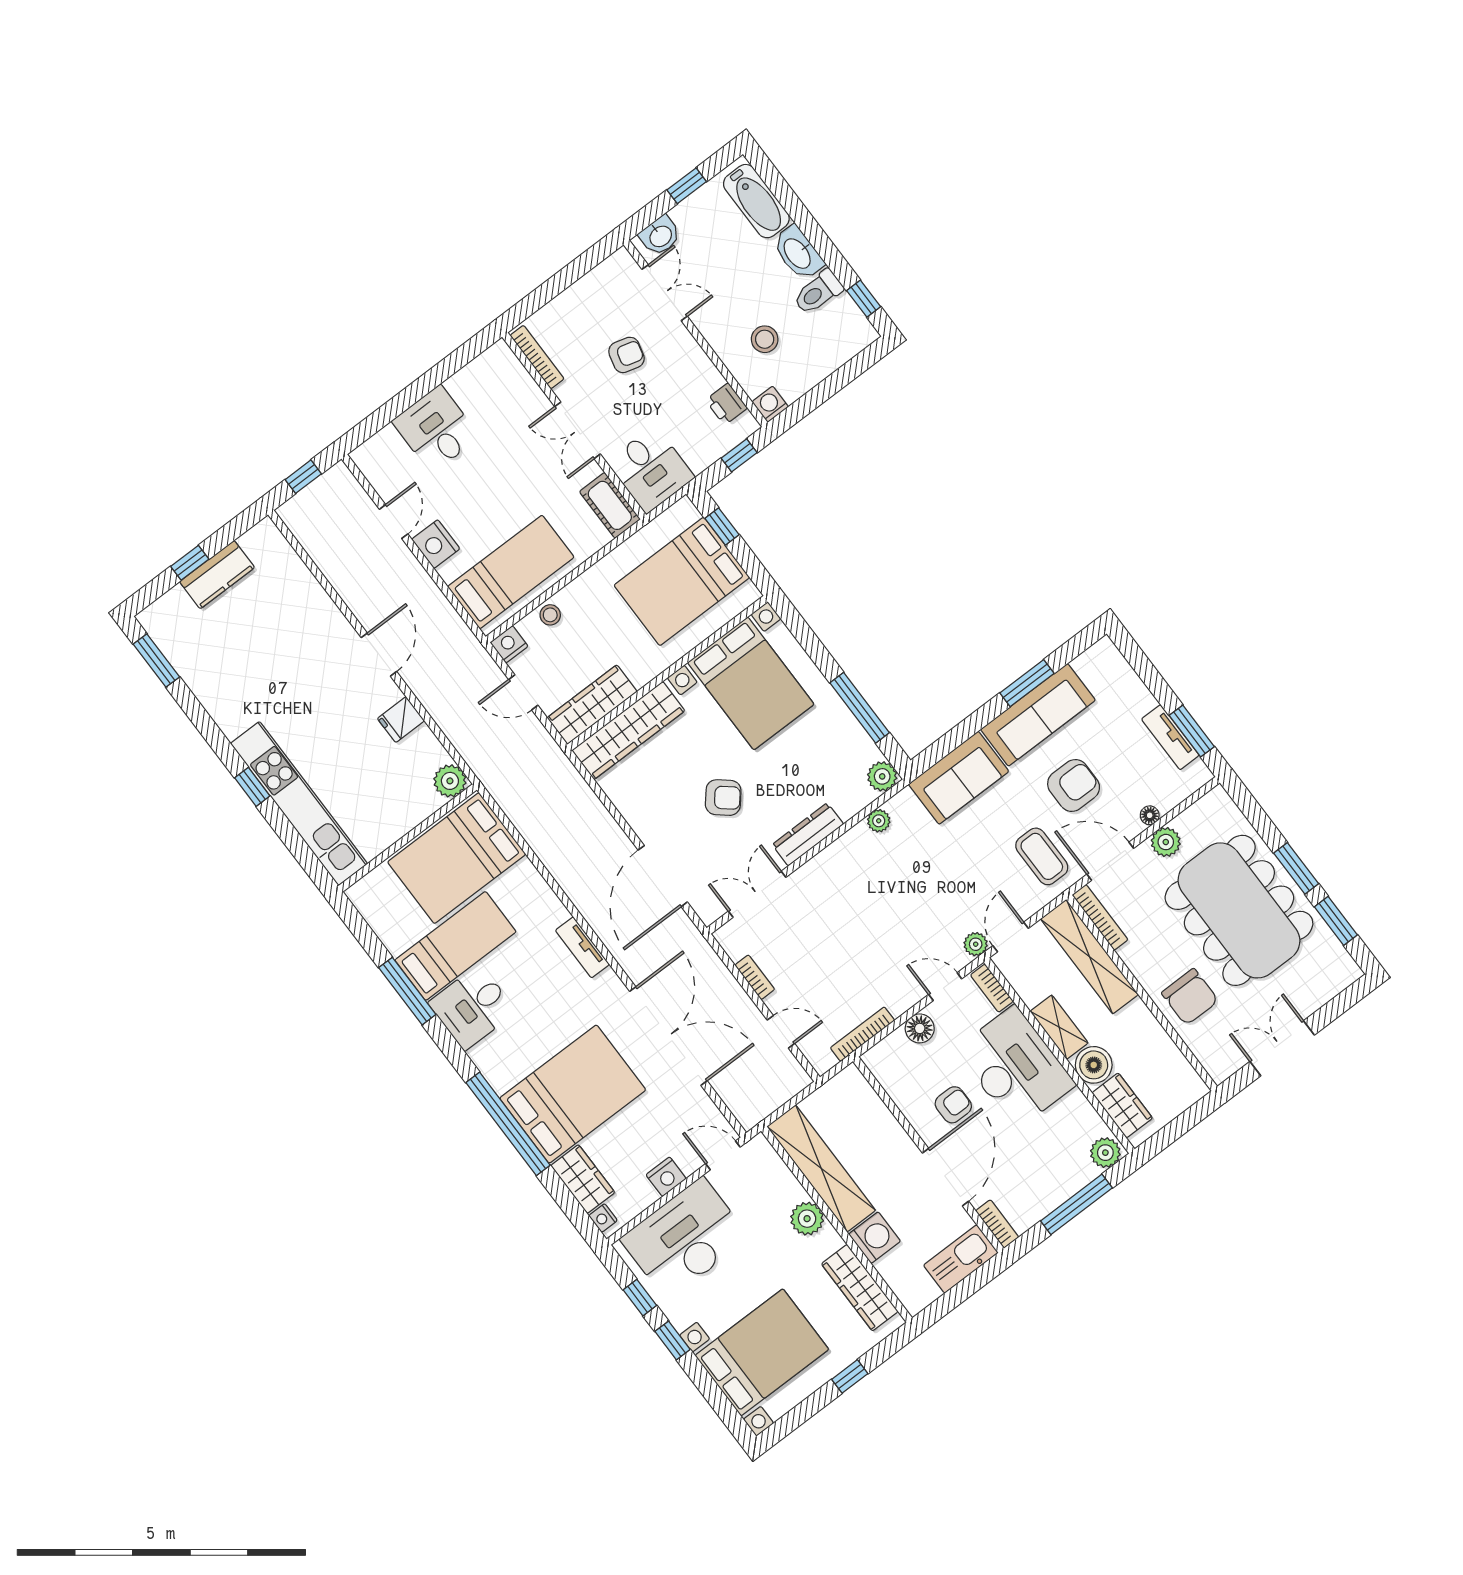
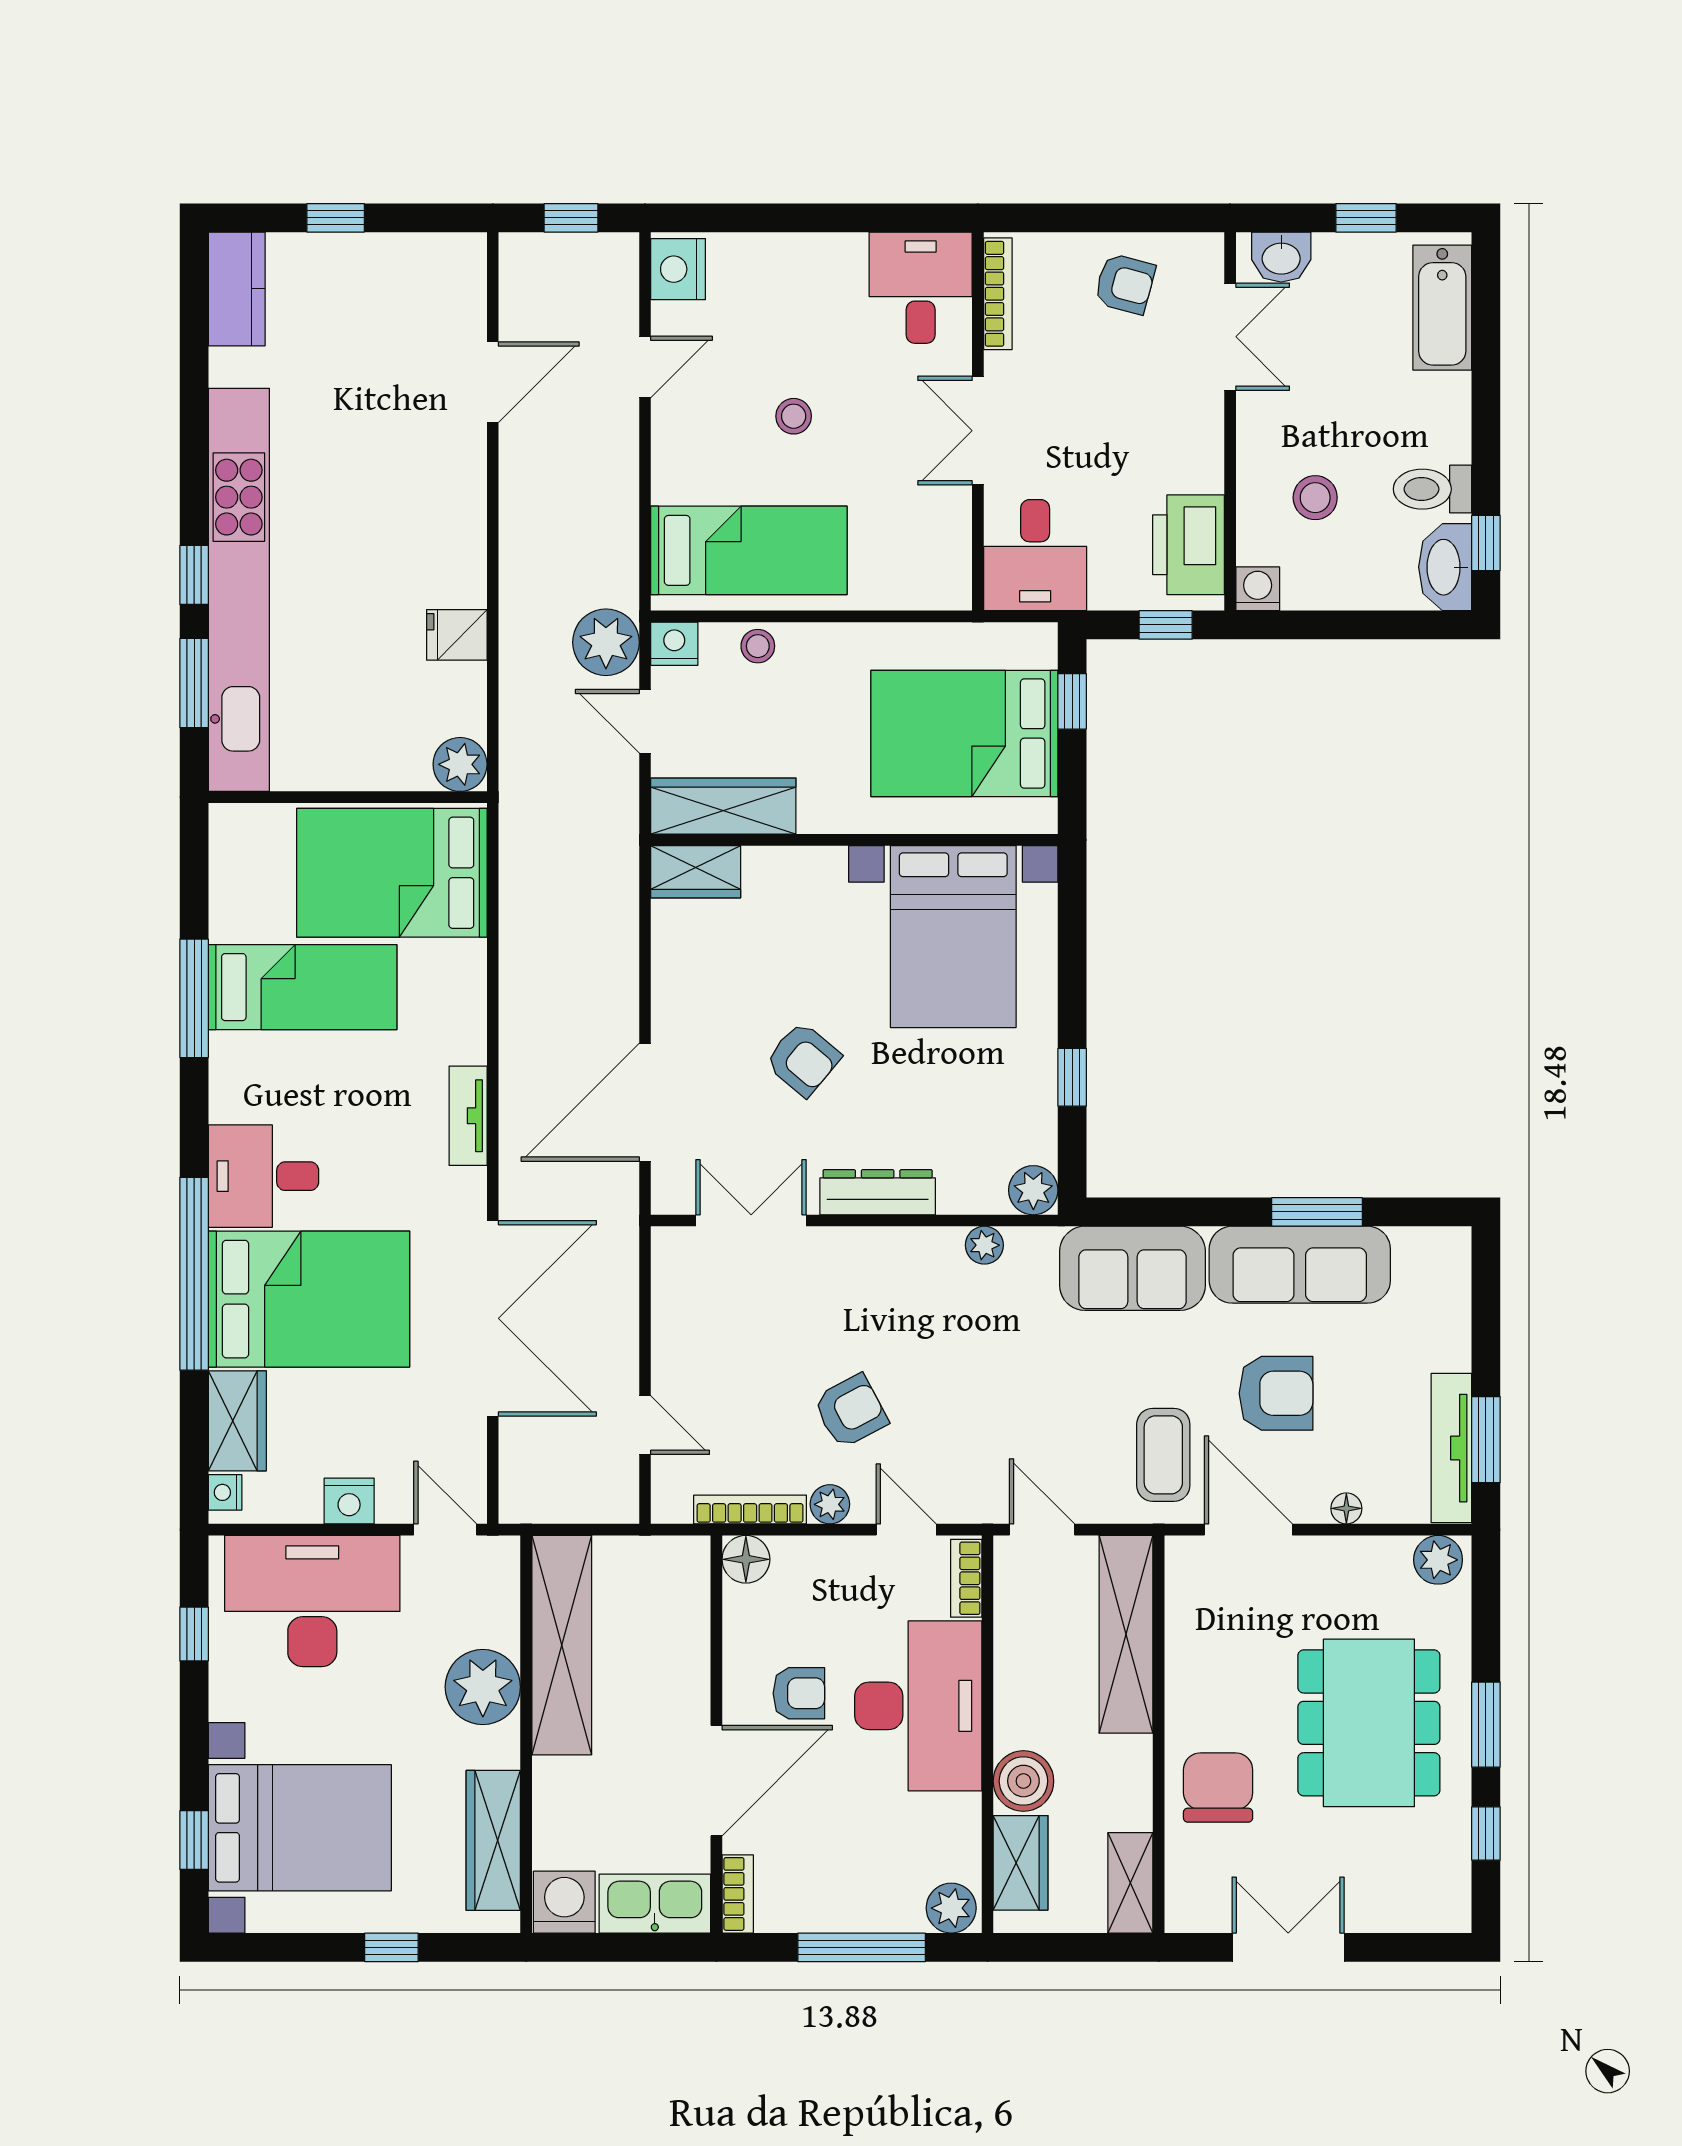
washbasin: (798, 253) -> (1445, 567), moved
armchair: (626, 355) -> (1125, 284), moved
printer: (726, 404) -> (1188, 545), width x1.87, depth x1.48
desk: (436, 429) -> (921, 288), moved
stool: (483, 491) -> (794, 416), added
cot: (610, 505) -> (946, 562), removed
nightstand: (436, 544) -> (678, 269), moved
kitchen counter: (217, 575) -> (237, 289), moved, turned -90
door: (379, 655) -> (493, 382), moved
window: (156, 661) -> (194, 683), moved
plant: (476, 669) -> (606, 642), added
window: (860, 708) -> (1072, 1077), width x0.46
wardrobe: (628, 730) -> (696, 872), width x0.48, depth x0.85
tv unit: (1170, 737) -> (1451, 1448), width x1.41
kitchen unit: (299, 804) -> (239, 590), width x1.36
plant: (1166, 842) -> (1438, 1560), moved
dining table: (1239, 910) -> (1369, 1723), width x0.73, depth x0.80
bookcase: (1100, 917) -> (1179, 1593), removed
window: (1336, 921) -> (1486, 1834), width x0.67
door: (1011, 937) -> (1042, 1530), hinge flipped
plant: (976, 944) -> (830, 1504), moved
armchair: (875, 950) -> (851, 1411), added
bookcase: (755, 977) -> (665, 1327), removed
chair: (1190, 997) -> (1218, 1787), turned 180
desk: (472, 1007) -> (263, 1176), moved
shelving: (1059, 1027) -> (1130, 1883), moved
floor lamp: (920, 1028) -> (746, 1559), moved
plant: (807, 1219) -> (483, 1687), width x1.36, depth x1.36
washing machine: (875, 1238) -> (564, 1902), moved, turned -90
window: (672, 1340) -> (194, 1840), moved

